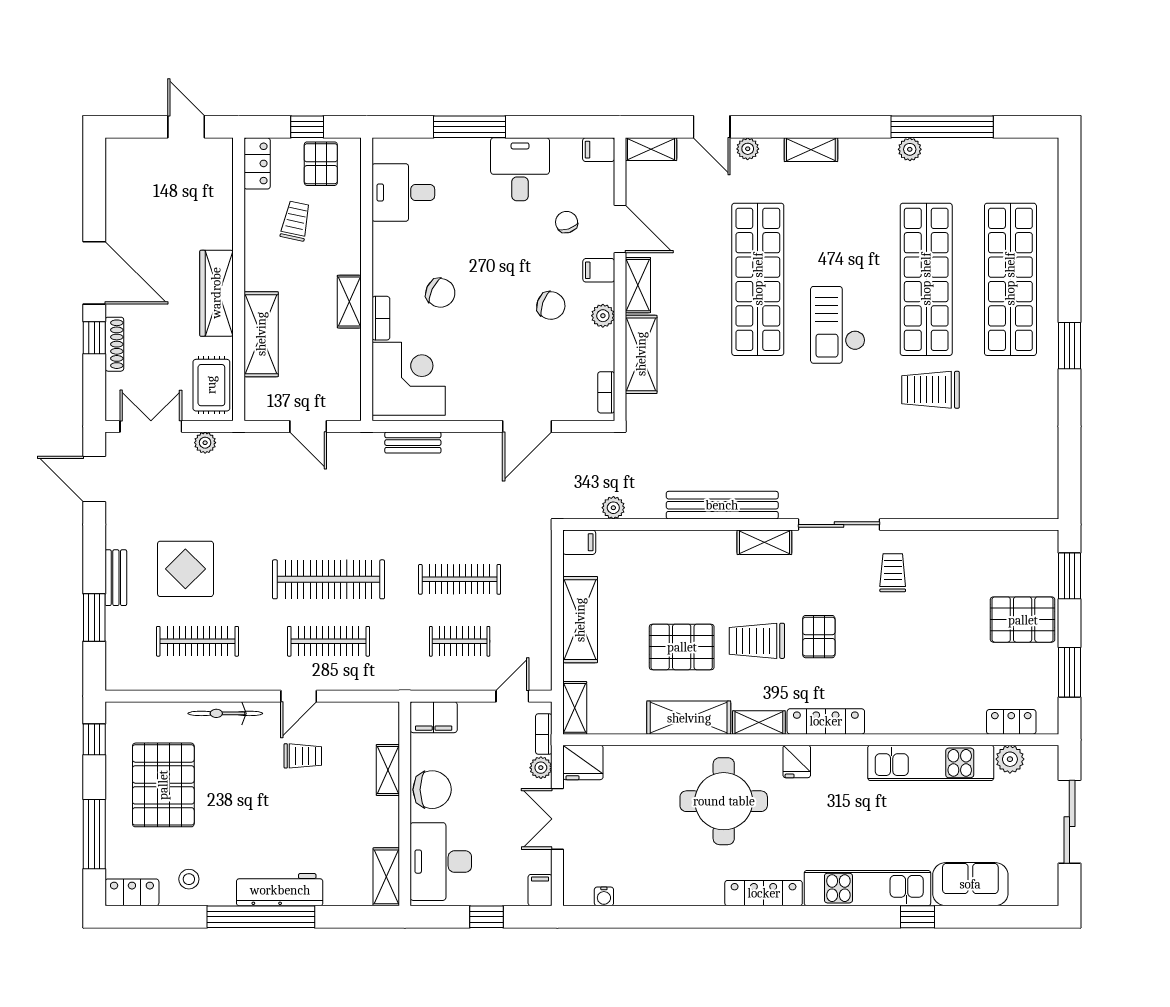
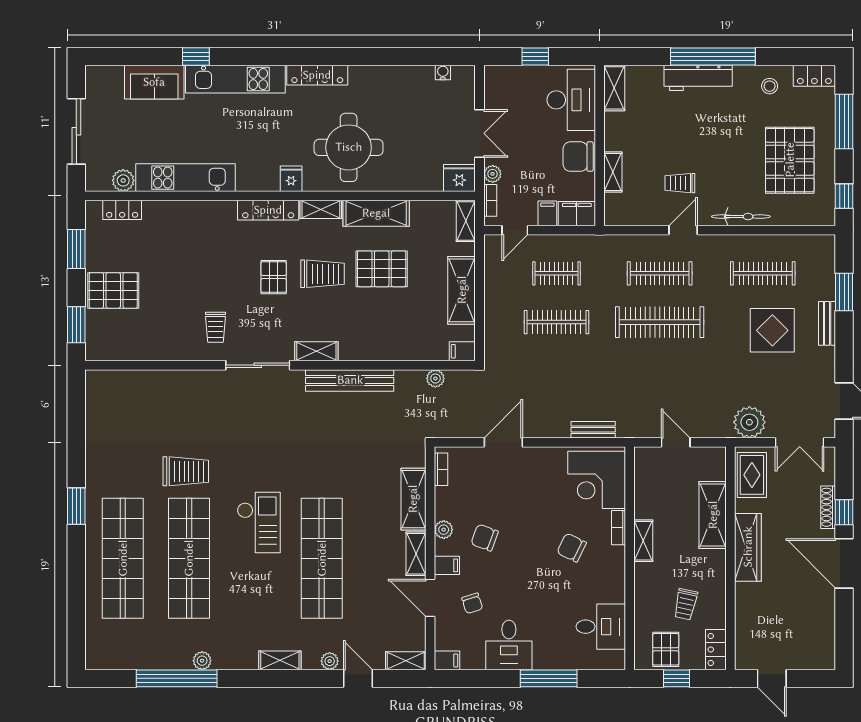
plant: (205, 443) -> (749, 422), width x1.88, depth x1.88
filing cabinet: (540, 890) -> (547, 213), moved, turned 180

